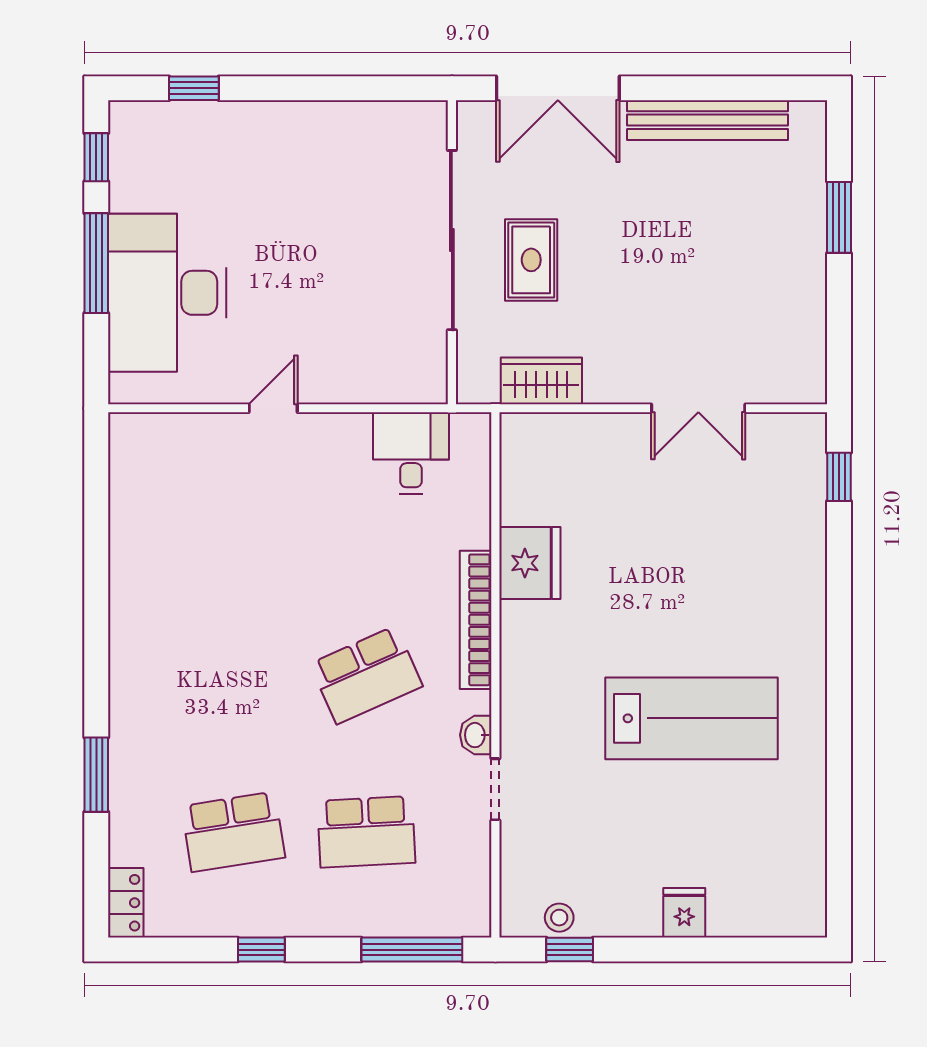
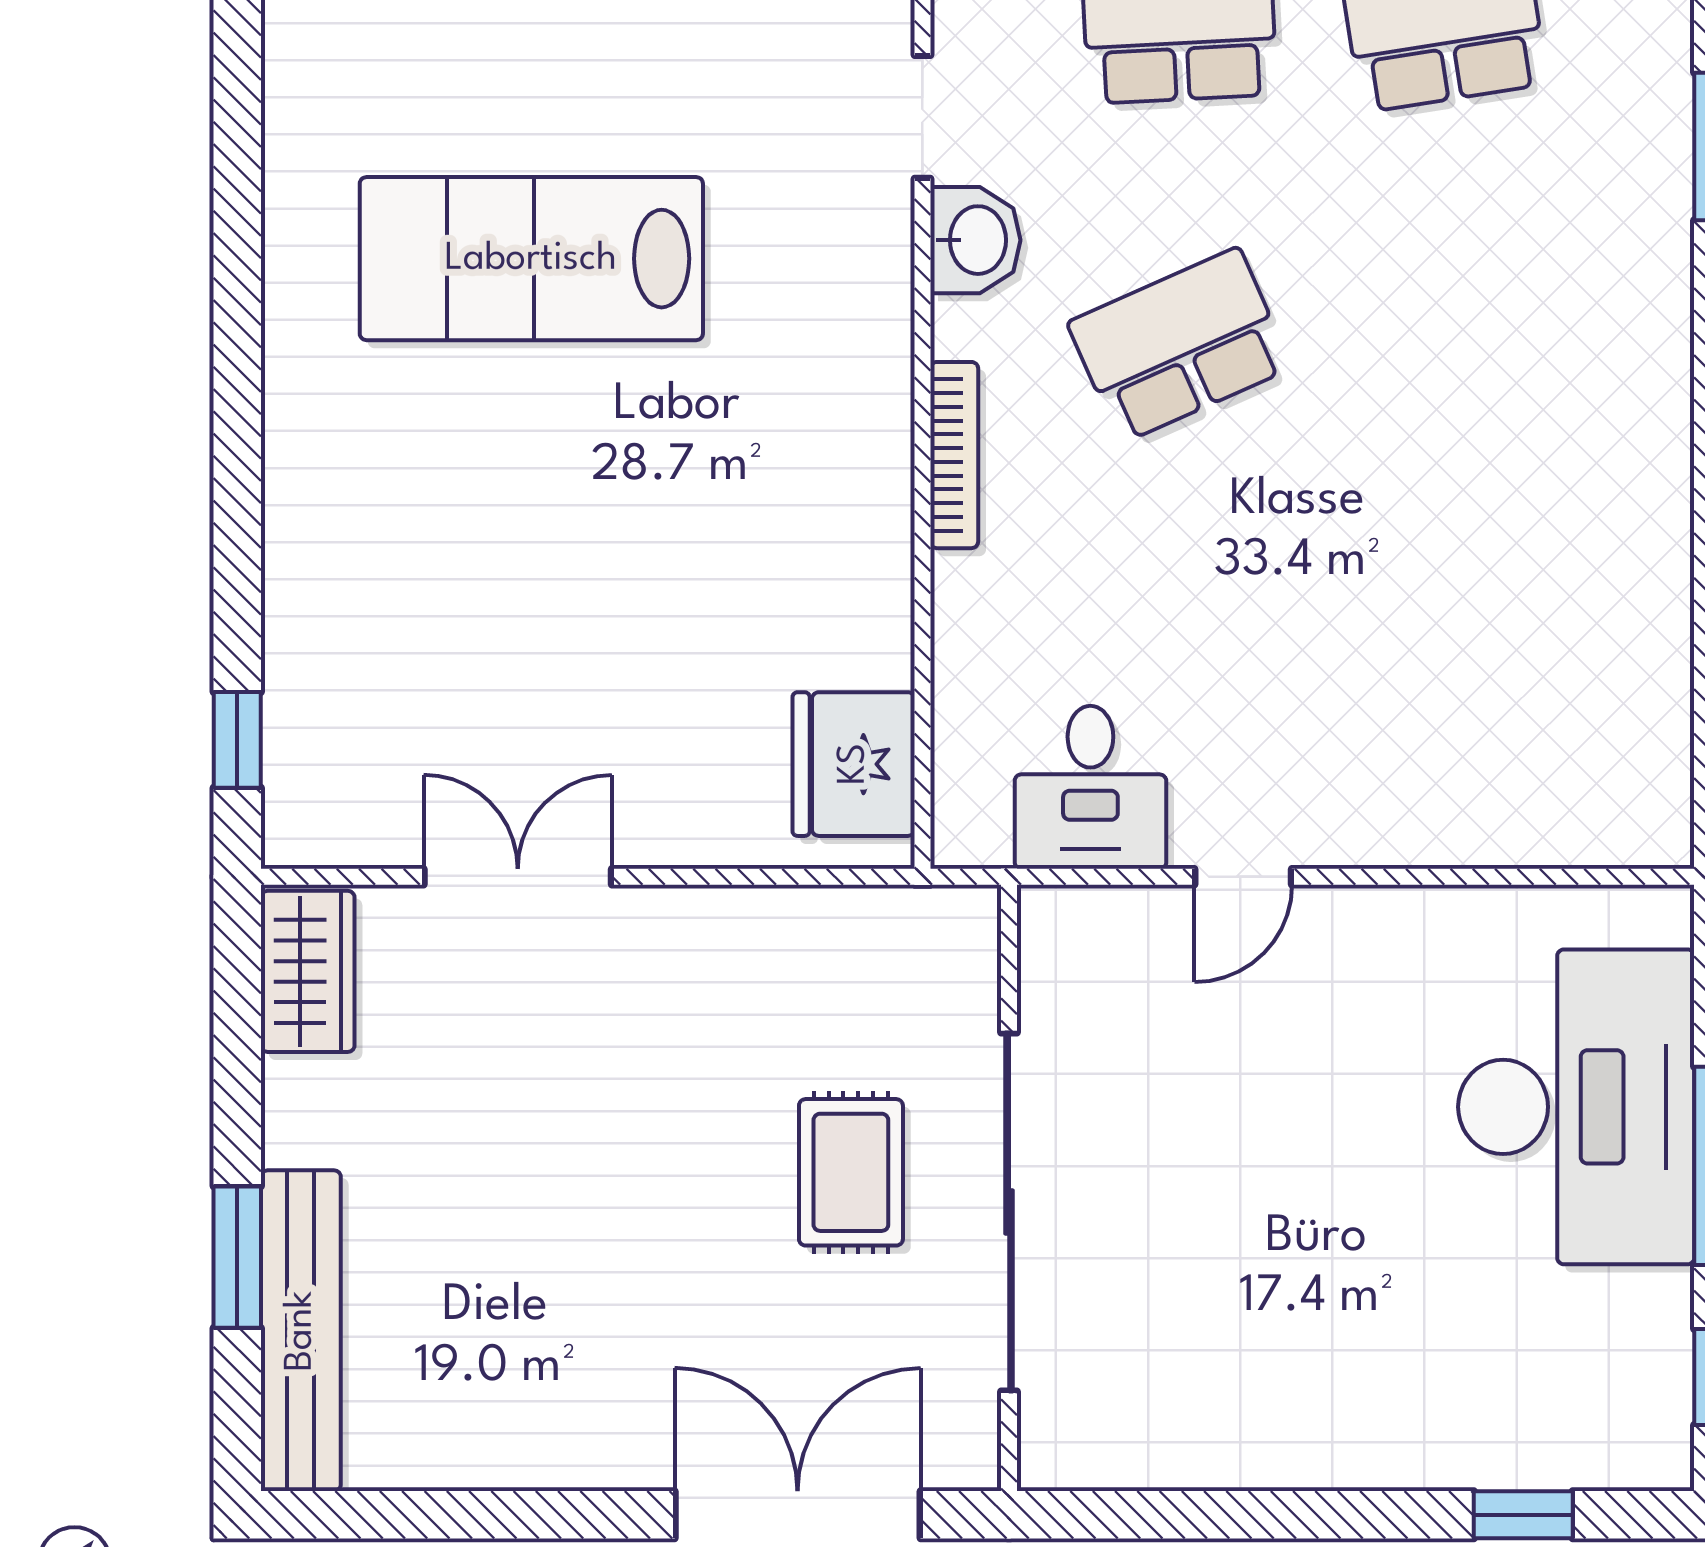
bench: (707, 120) -> (301, 1331), moved, turned 90
wardrobe: (541, 381) -> (308, 971), moved, turned -90
door: (273, 408) -> (1243, 877), moved
fridge: (530, 563) -> (854, 764), moved
bookcase: (476, 620) -> (954, 455), width x0.68, depth x0.76
washbasin: (476, 735) -> (975, 240), width x1.38, depth x1.45

